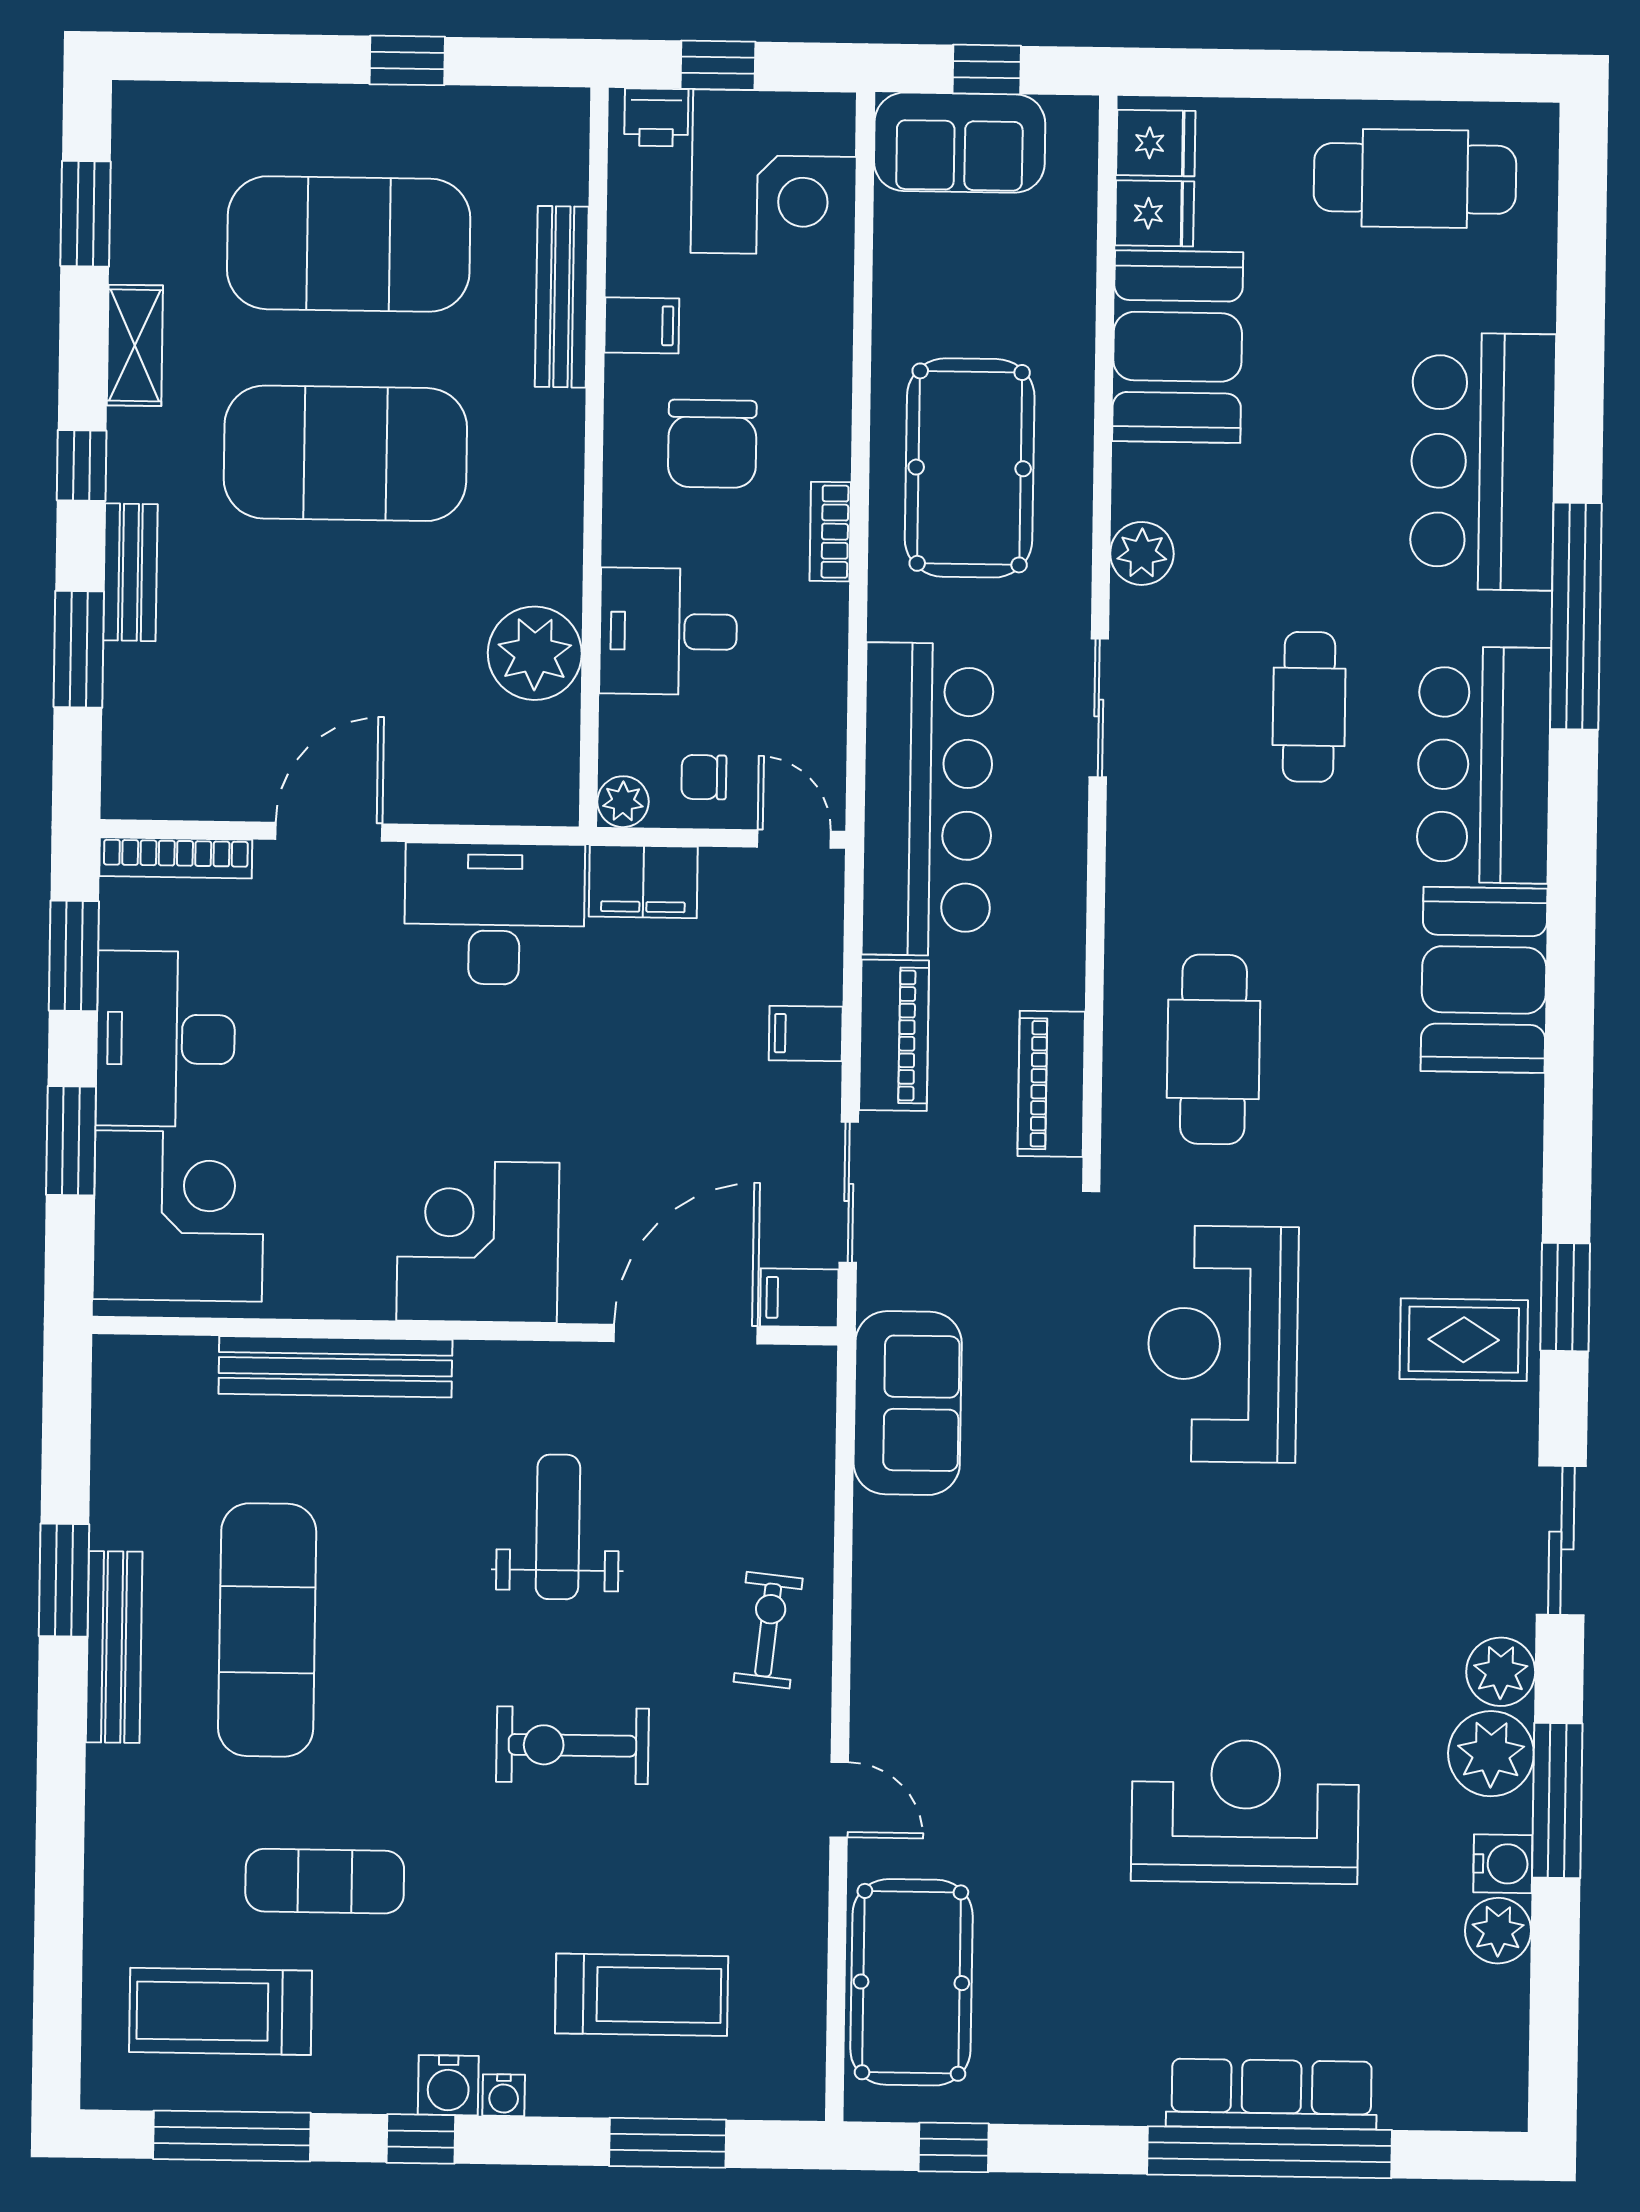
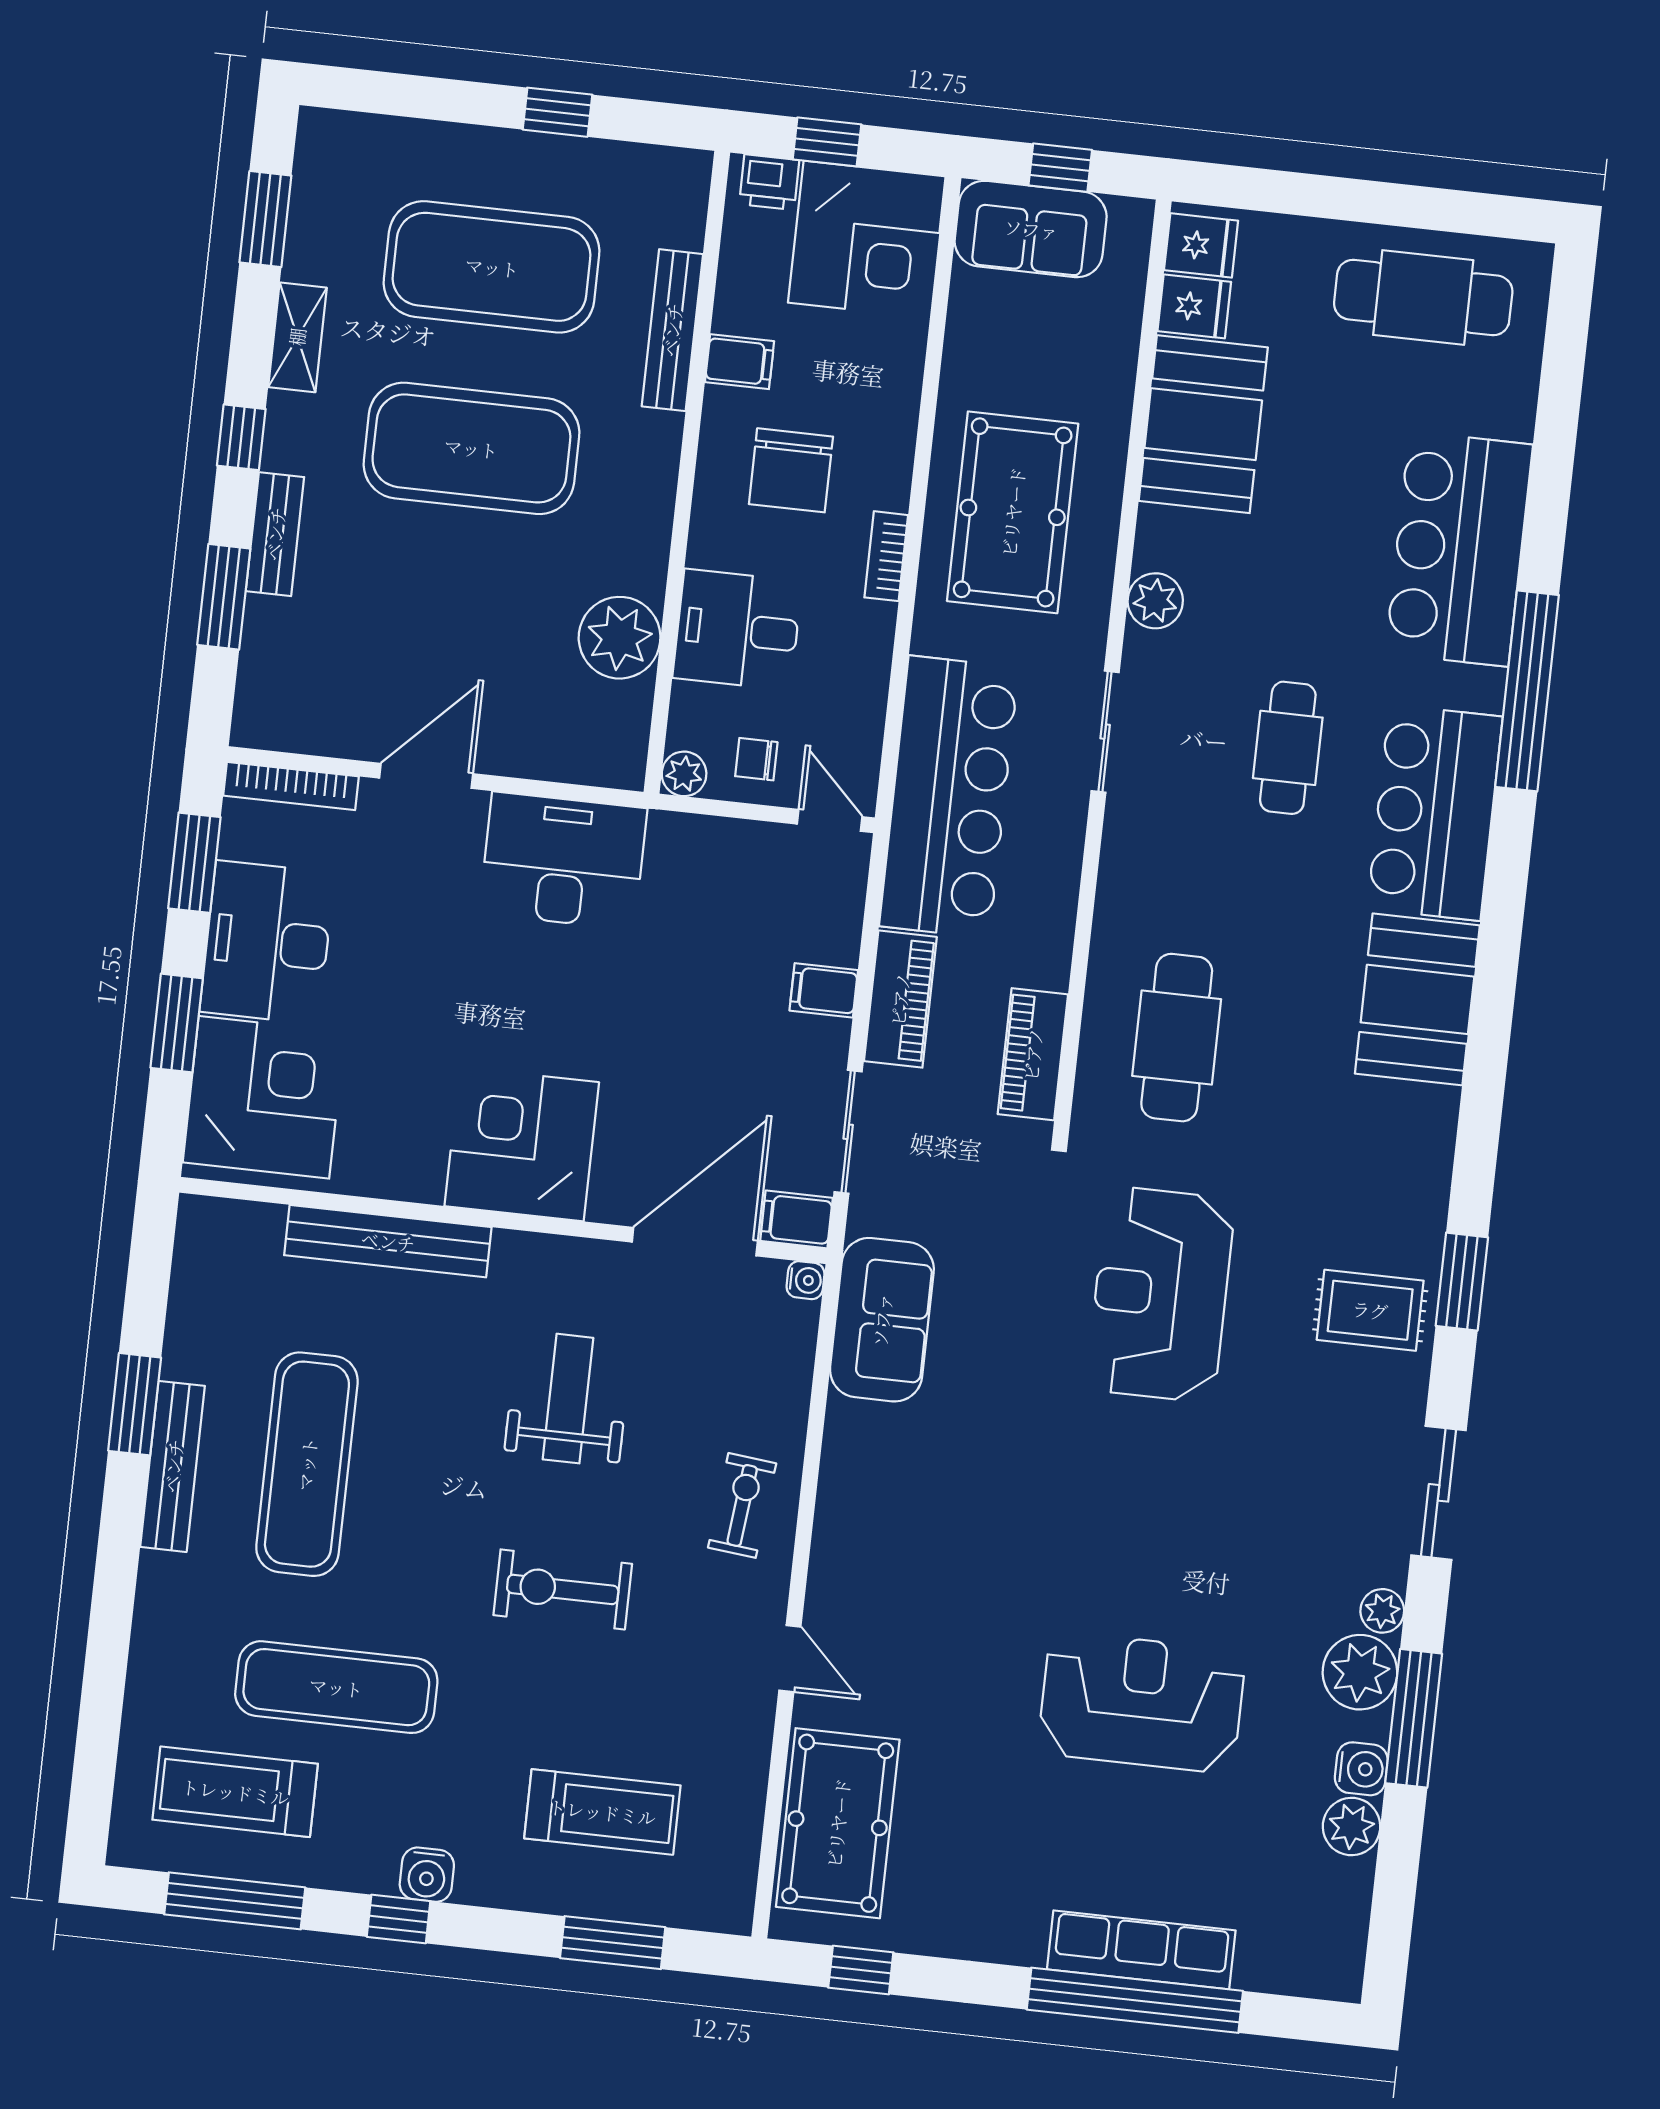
filing cabinet: (643, 882) -> (695, 845), removed
plant: (1501, 1672) -> (1382, 1611), width x0.73, depth x0.73
exercise mat: (325, 1881) -> (336, 1687), width x1.36, depth x1.45
water cooler: (504, 2095) -> (805, 1280), moved, turned -90

